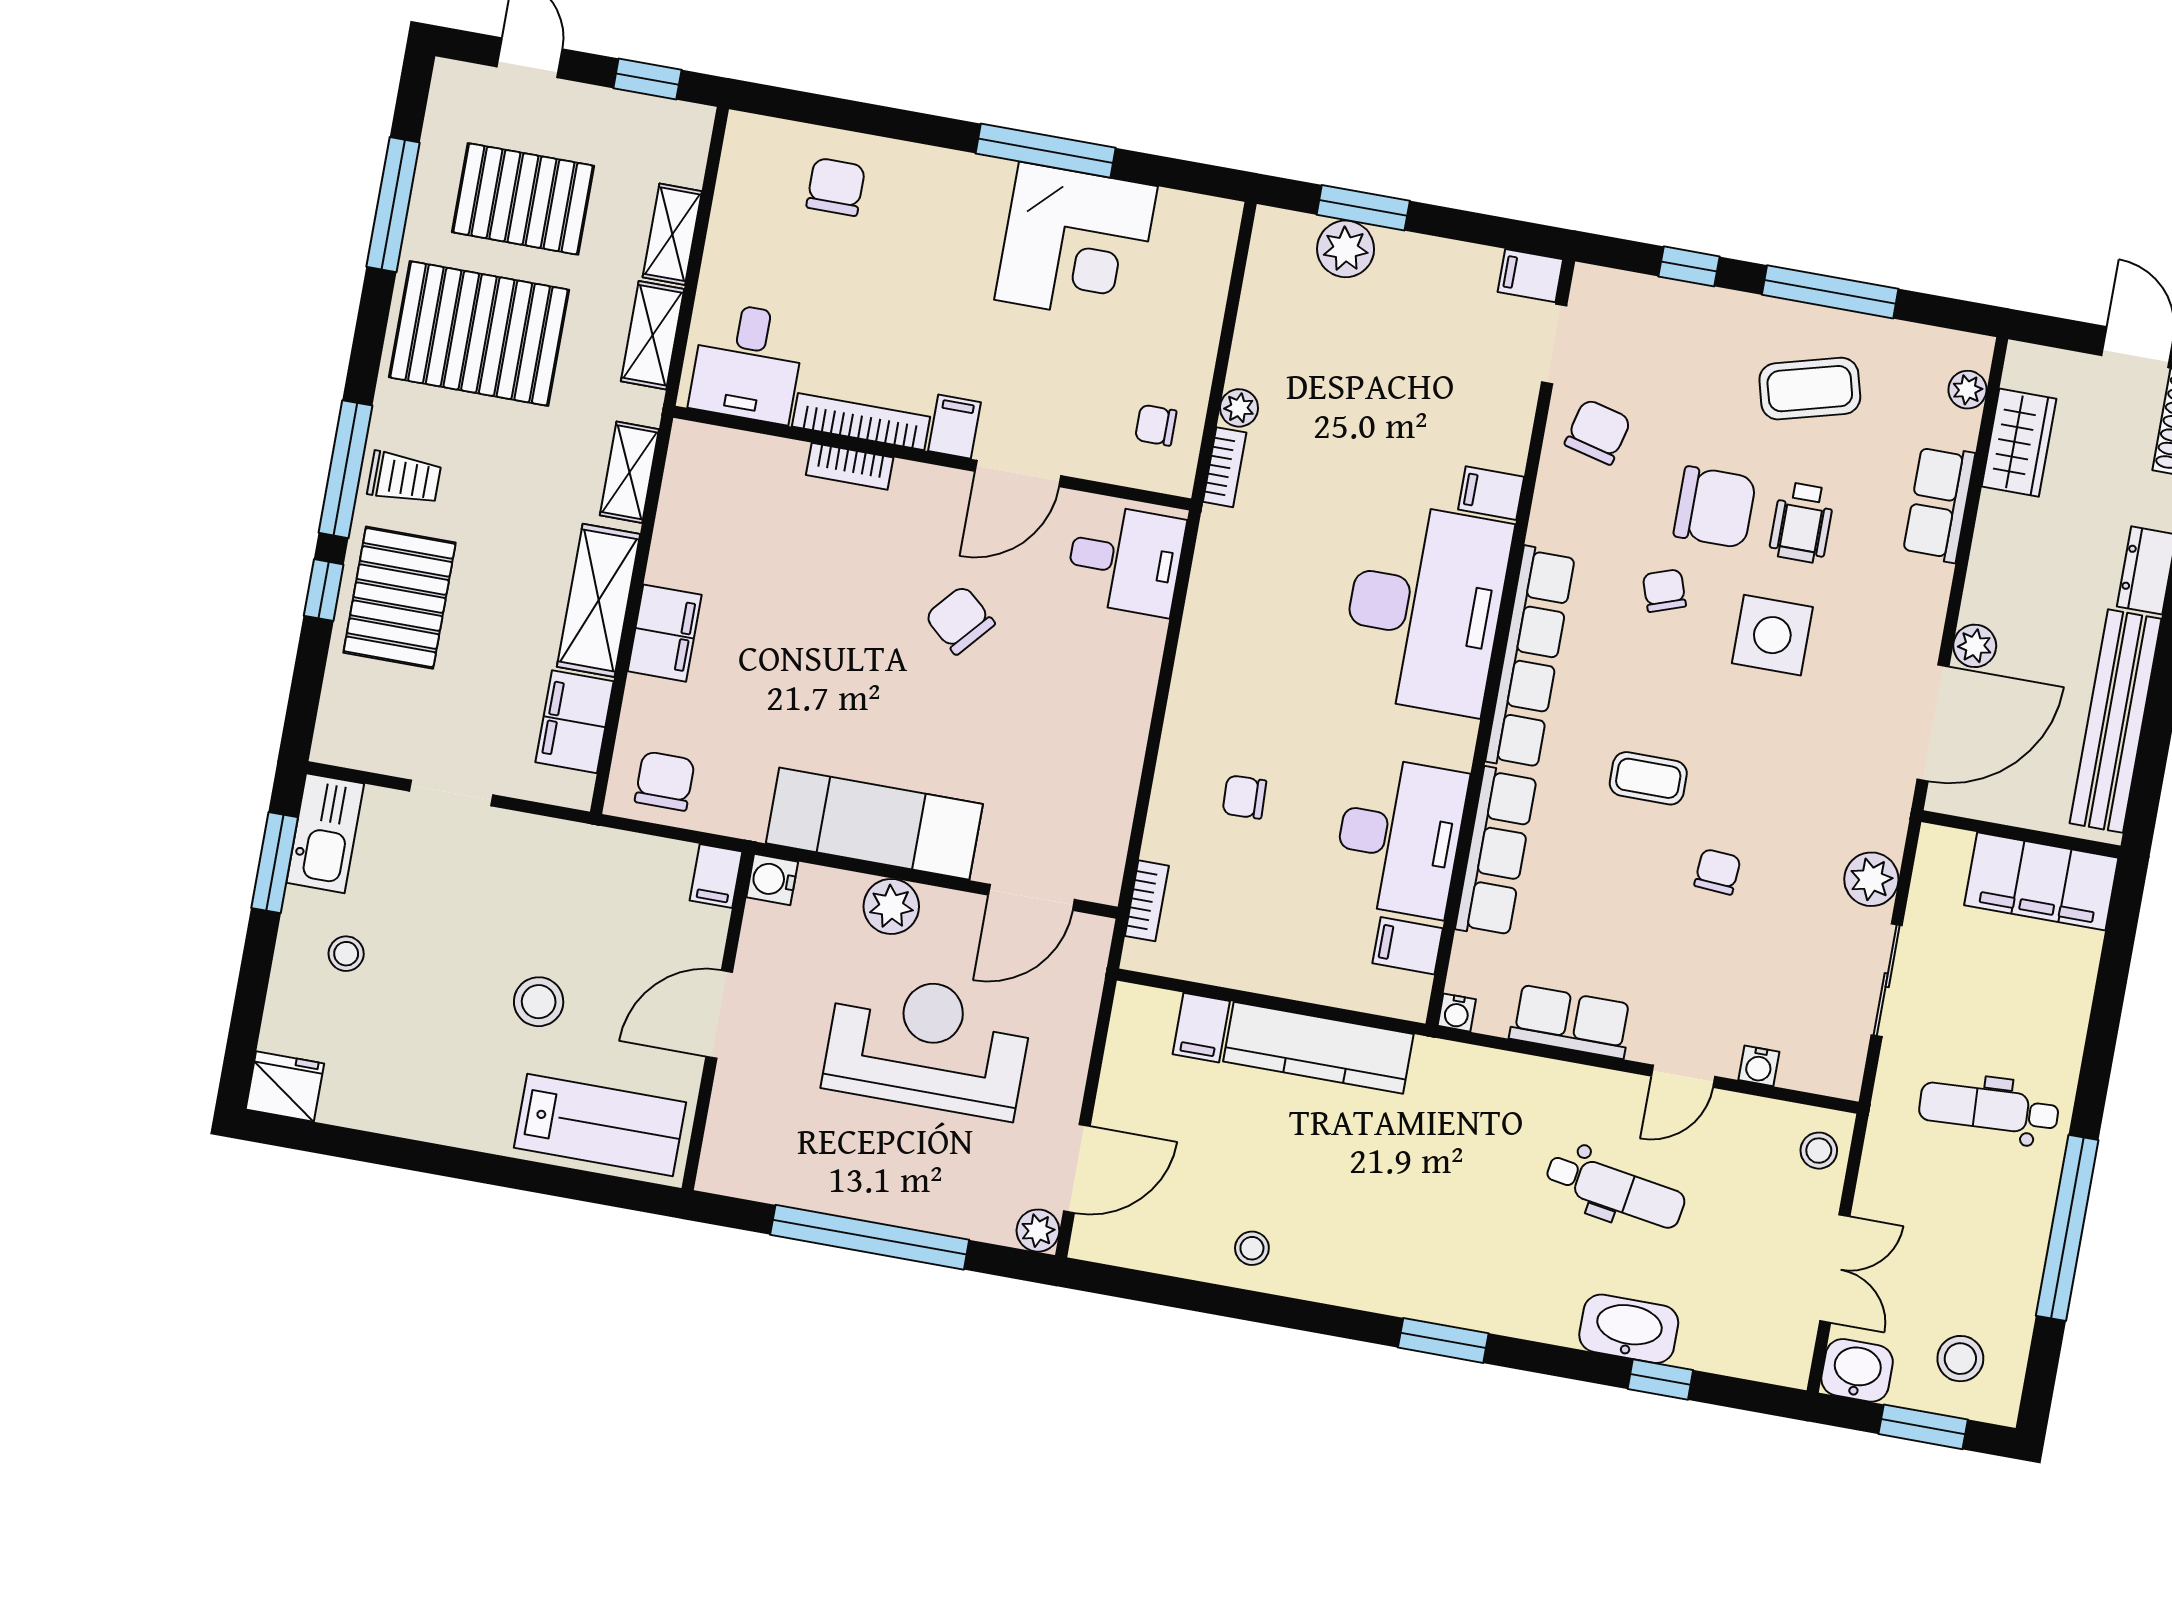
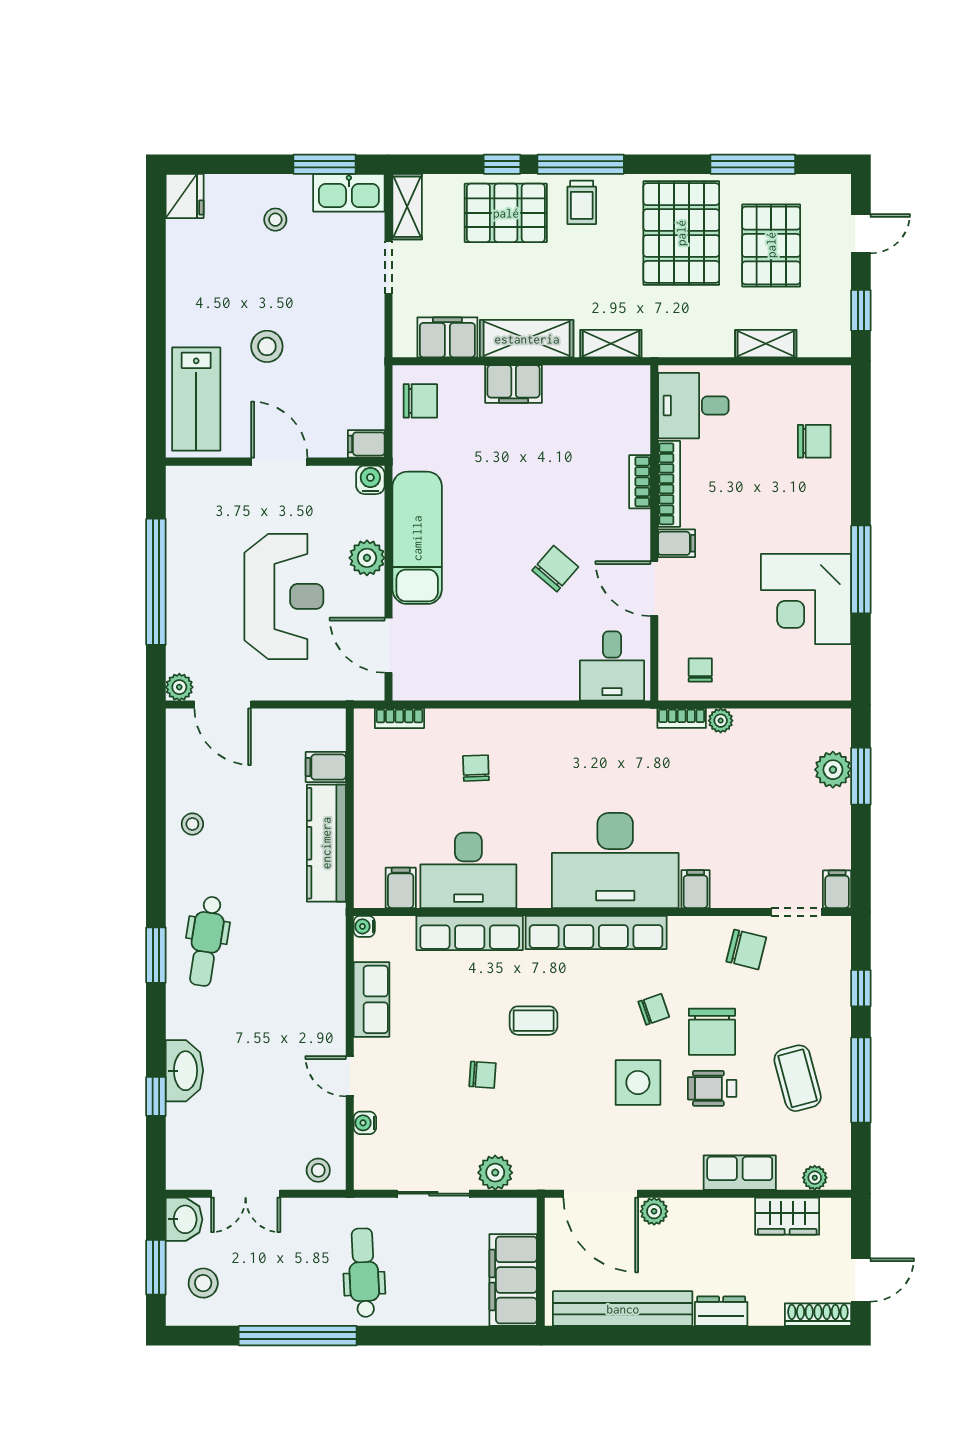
shelving: (652, 335) -> (407, 207), moved, turned 90
coffee table: (1648, 778) -> (534, 1021), turned 90
dental chair: (1615, 1190) -> (206, 941), moved

